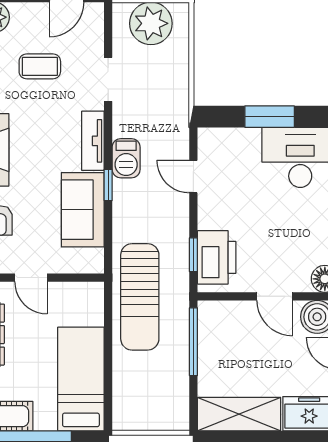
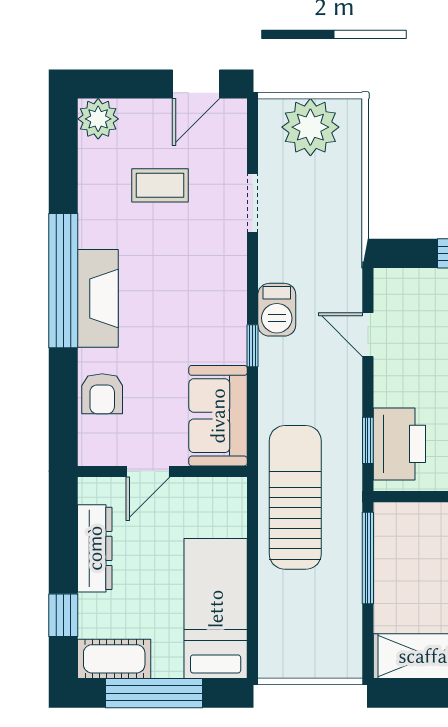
tv unit: (93, 141) -> (232, 286), removed
sofa: (83, 210) -> (218, 416), moved
door: (31, 278) -> (148, 471), hinge flipped
sun lounger: (140, 297) -> (295, 497), turned 180

